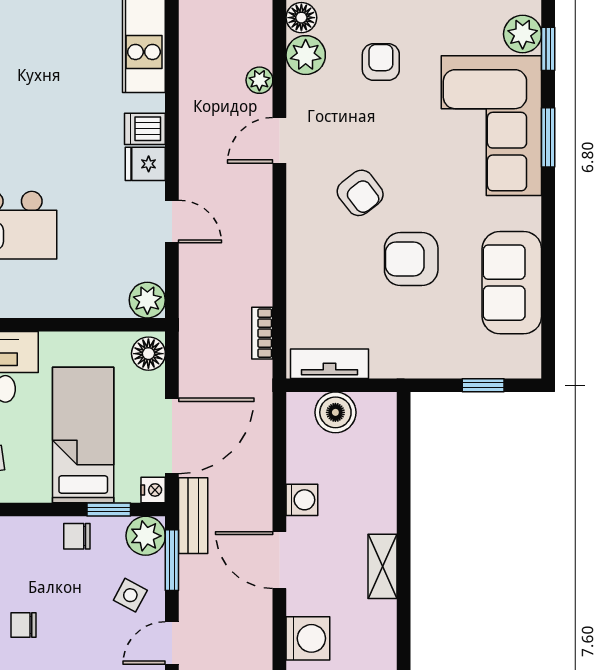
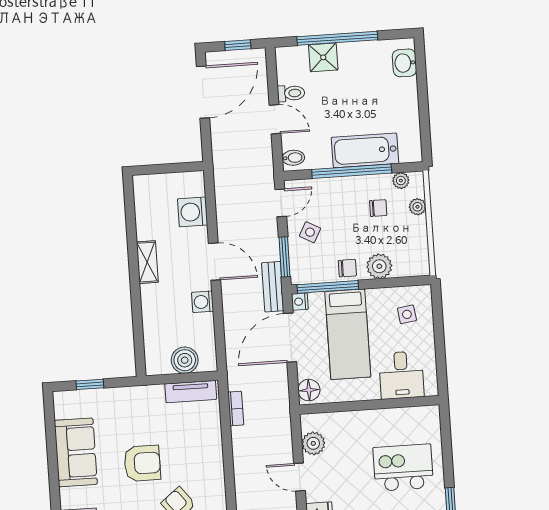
plant: (147, 300) -> (313, 443), moved
window: (109, 510) -> (328, 287), width x2.17
plant: (146, 536) -> (379, 266), moved

